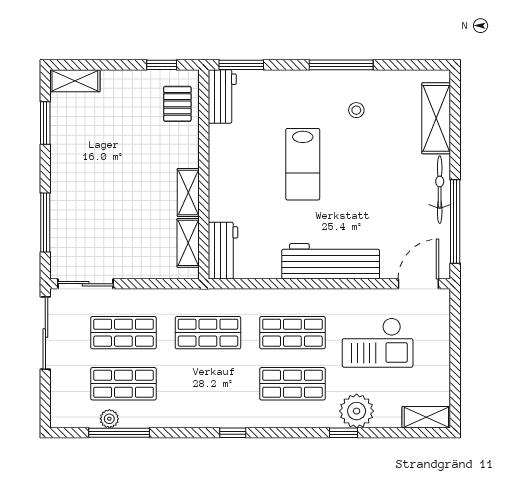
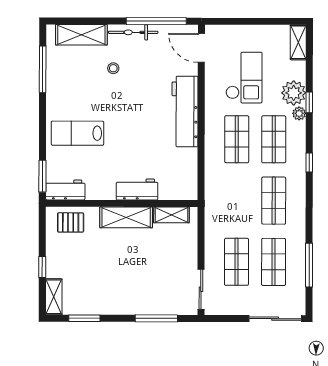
window: (162, 65) -> (42, 267), moved
window: (341, 65) -> (43, 69), moved
stool: (356, 110) -> (113, 68), moved
lab bench: (303, 164) -> (77, 133), moved, turned 180
shelving: (188, 192) -> (126, 217), width x1.50, depth x1.33
workbench: (223, 251) -> (137, 189), moved
sliding door: (45, 333) -> (275, 319), moved
shop shelf: (208, 333) -> (274, 201), moved
plant: (109, 419) -> (299, 113), moved
window: (233, 433) -> (309, 163), moved

